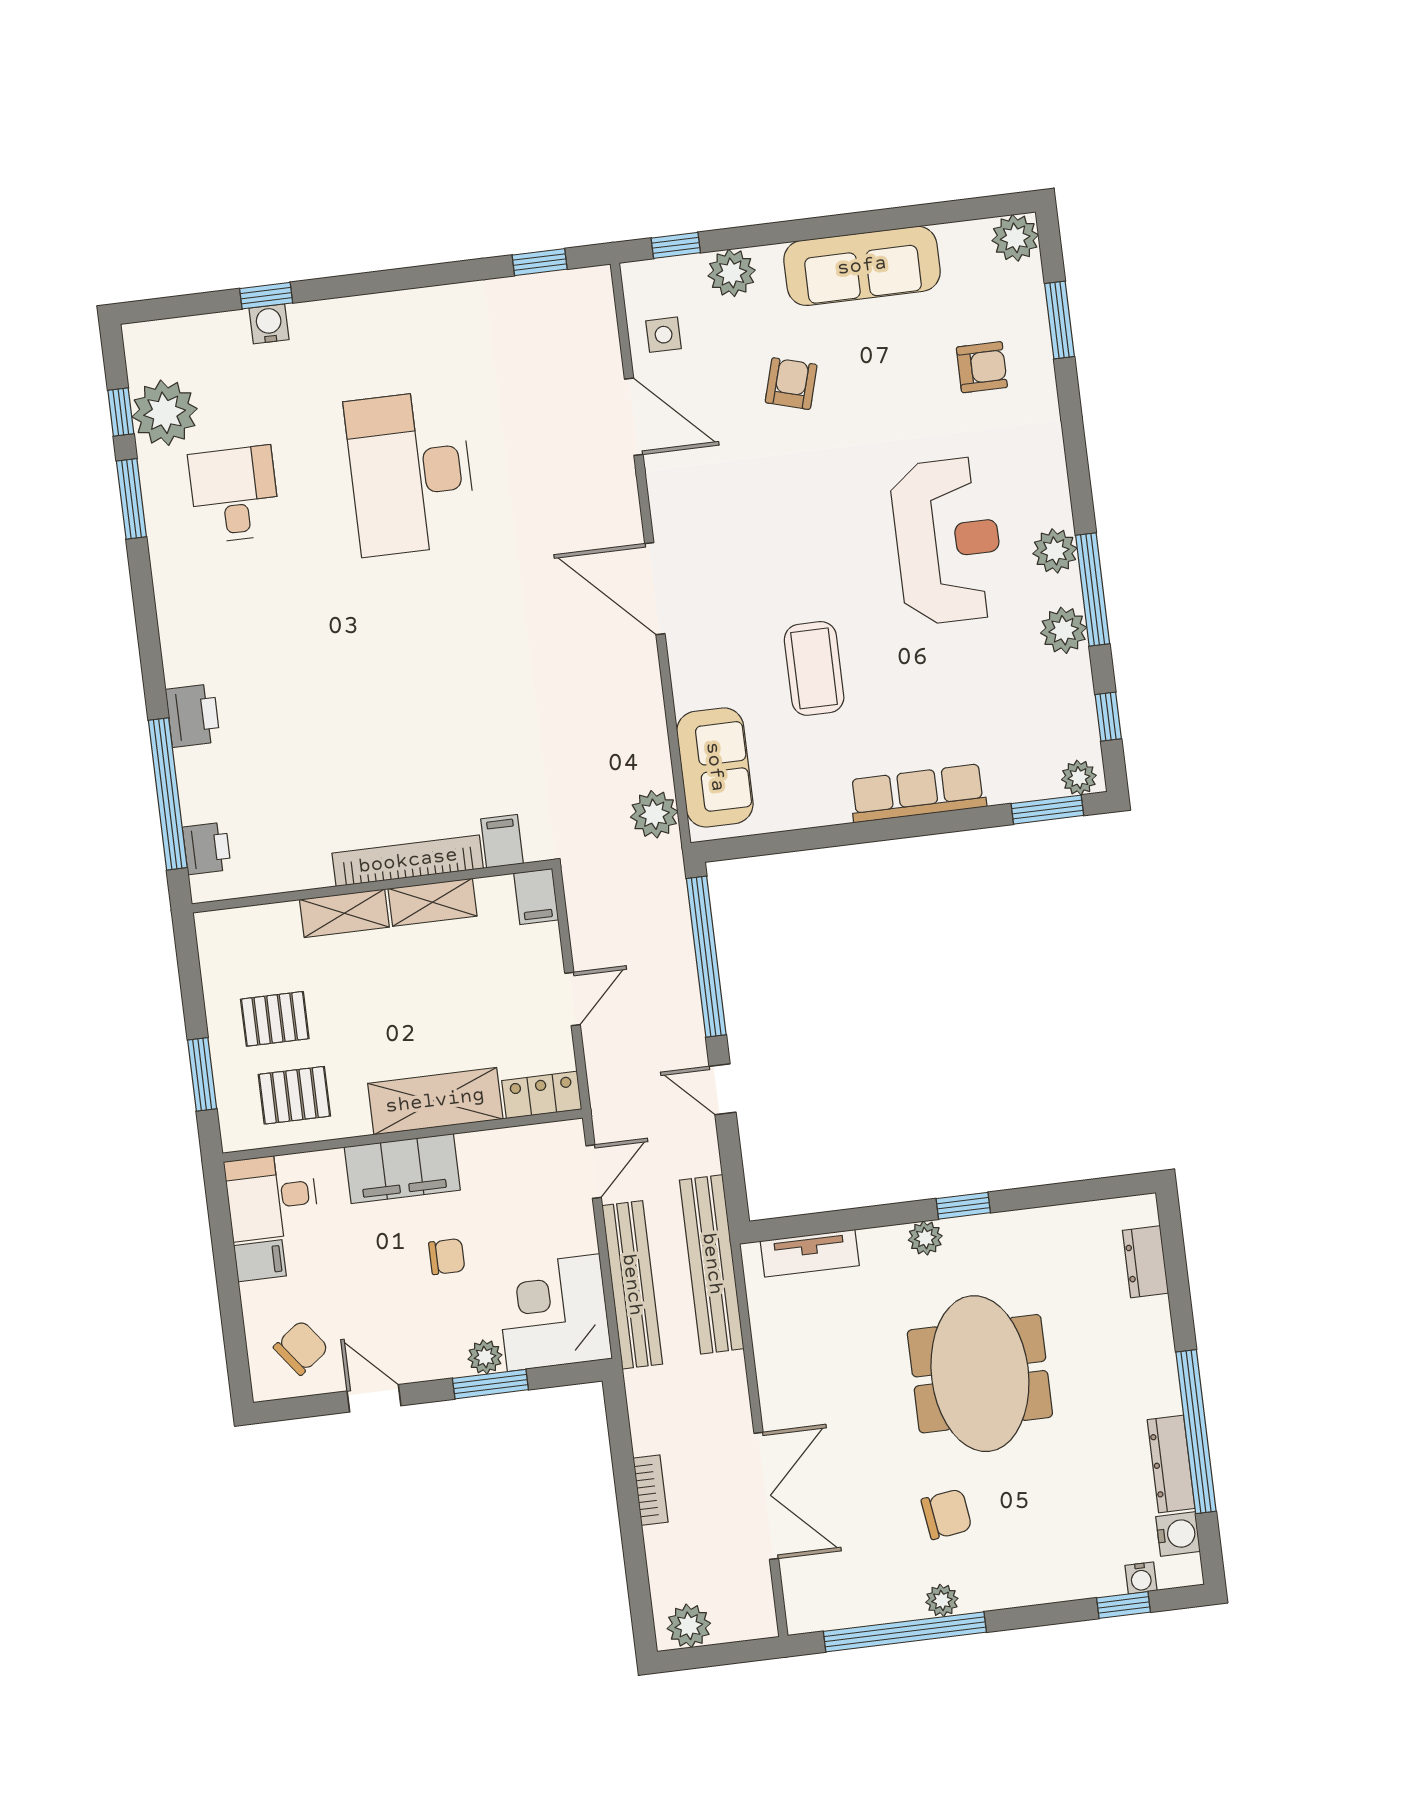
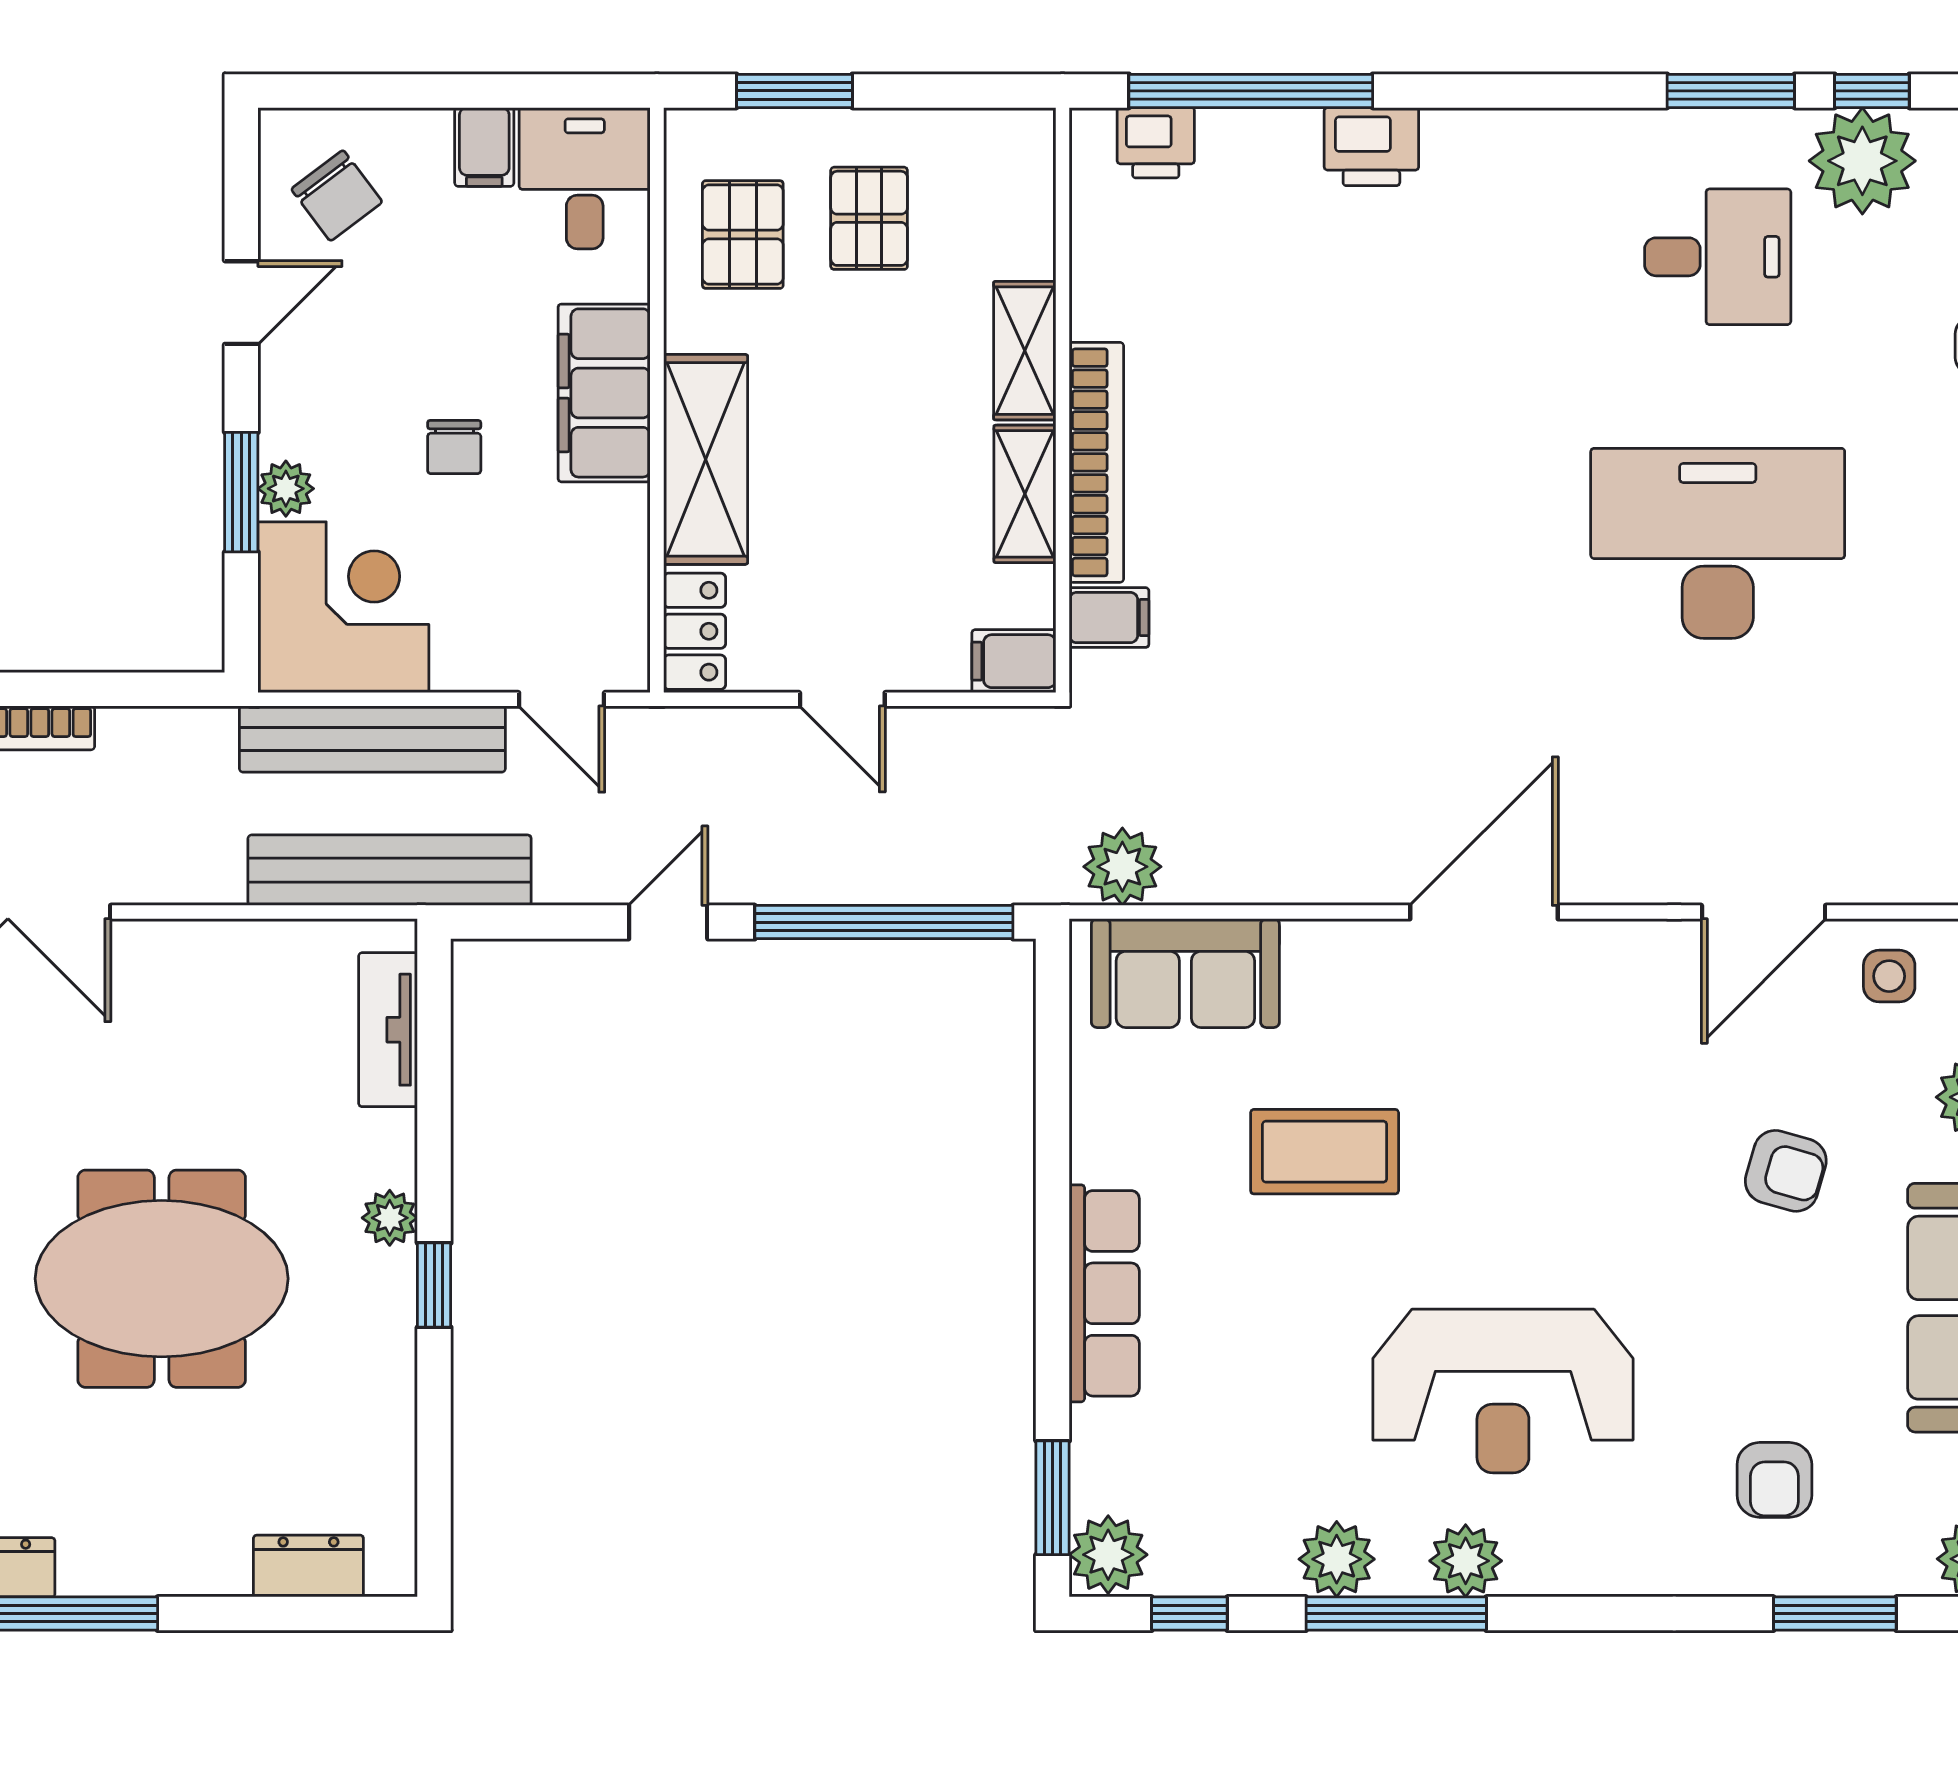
plant: (1079, 778) -> (1108, 1555), width x1.38, depth x1.38

